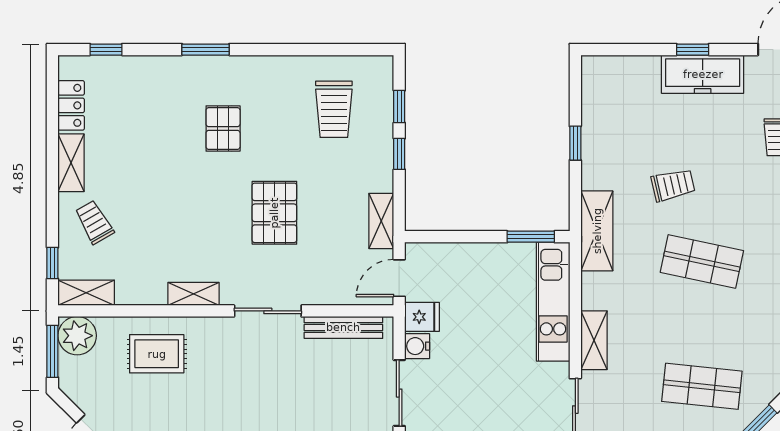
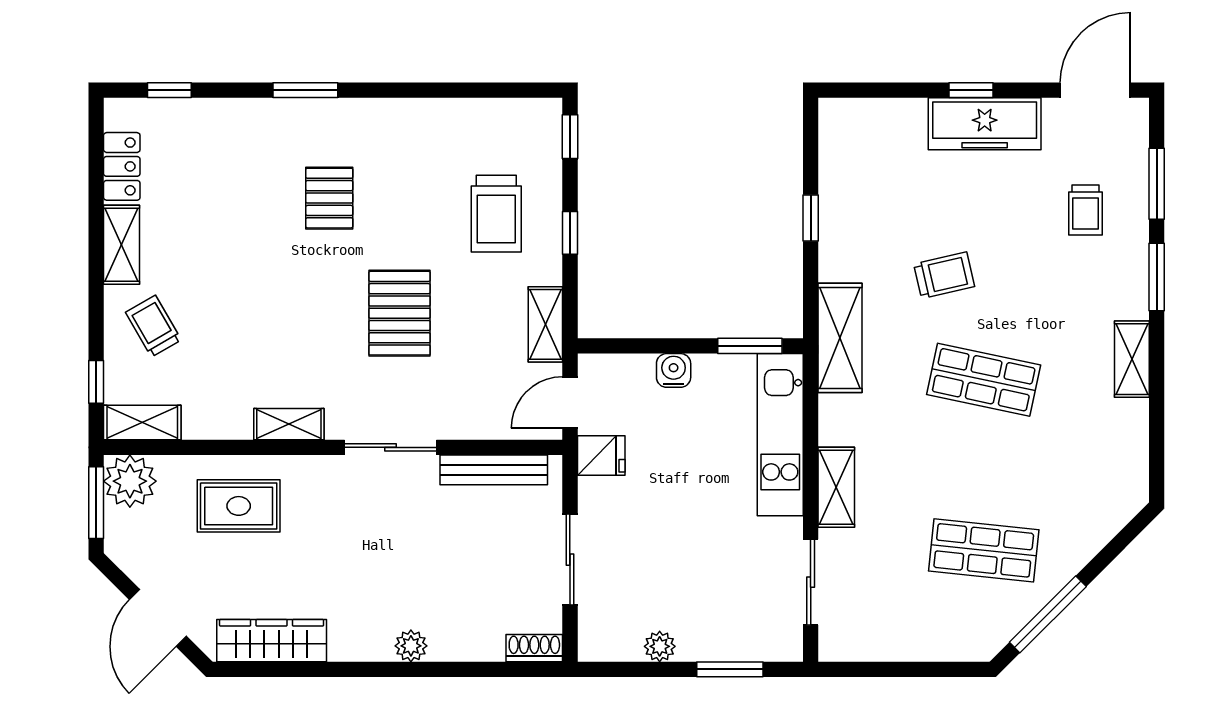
window: (399, 107) -> (570, 137), moved
trolley: (334, 109) -> (496, 214), moved
water cooler: (417, 346) -> (674, 370), moved, turned 90

